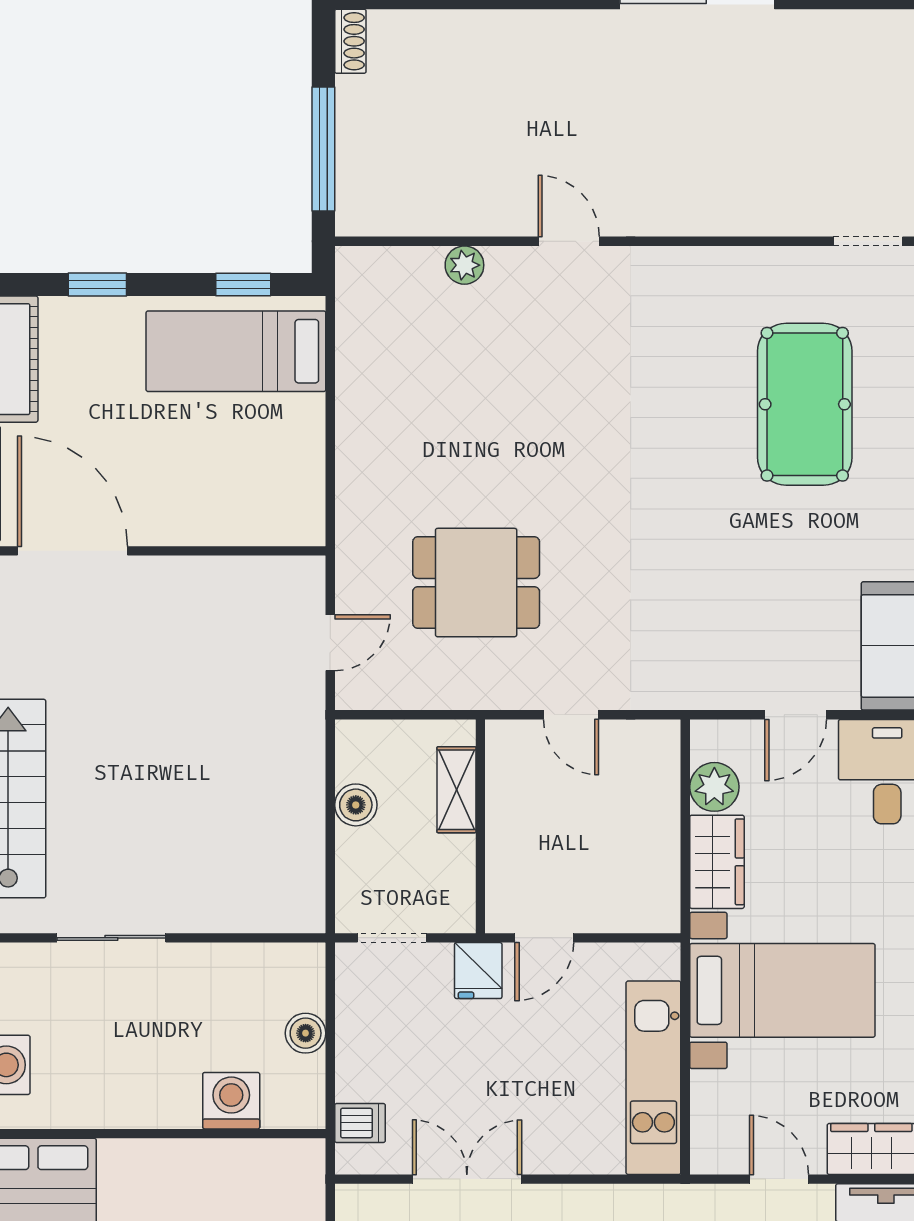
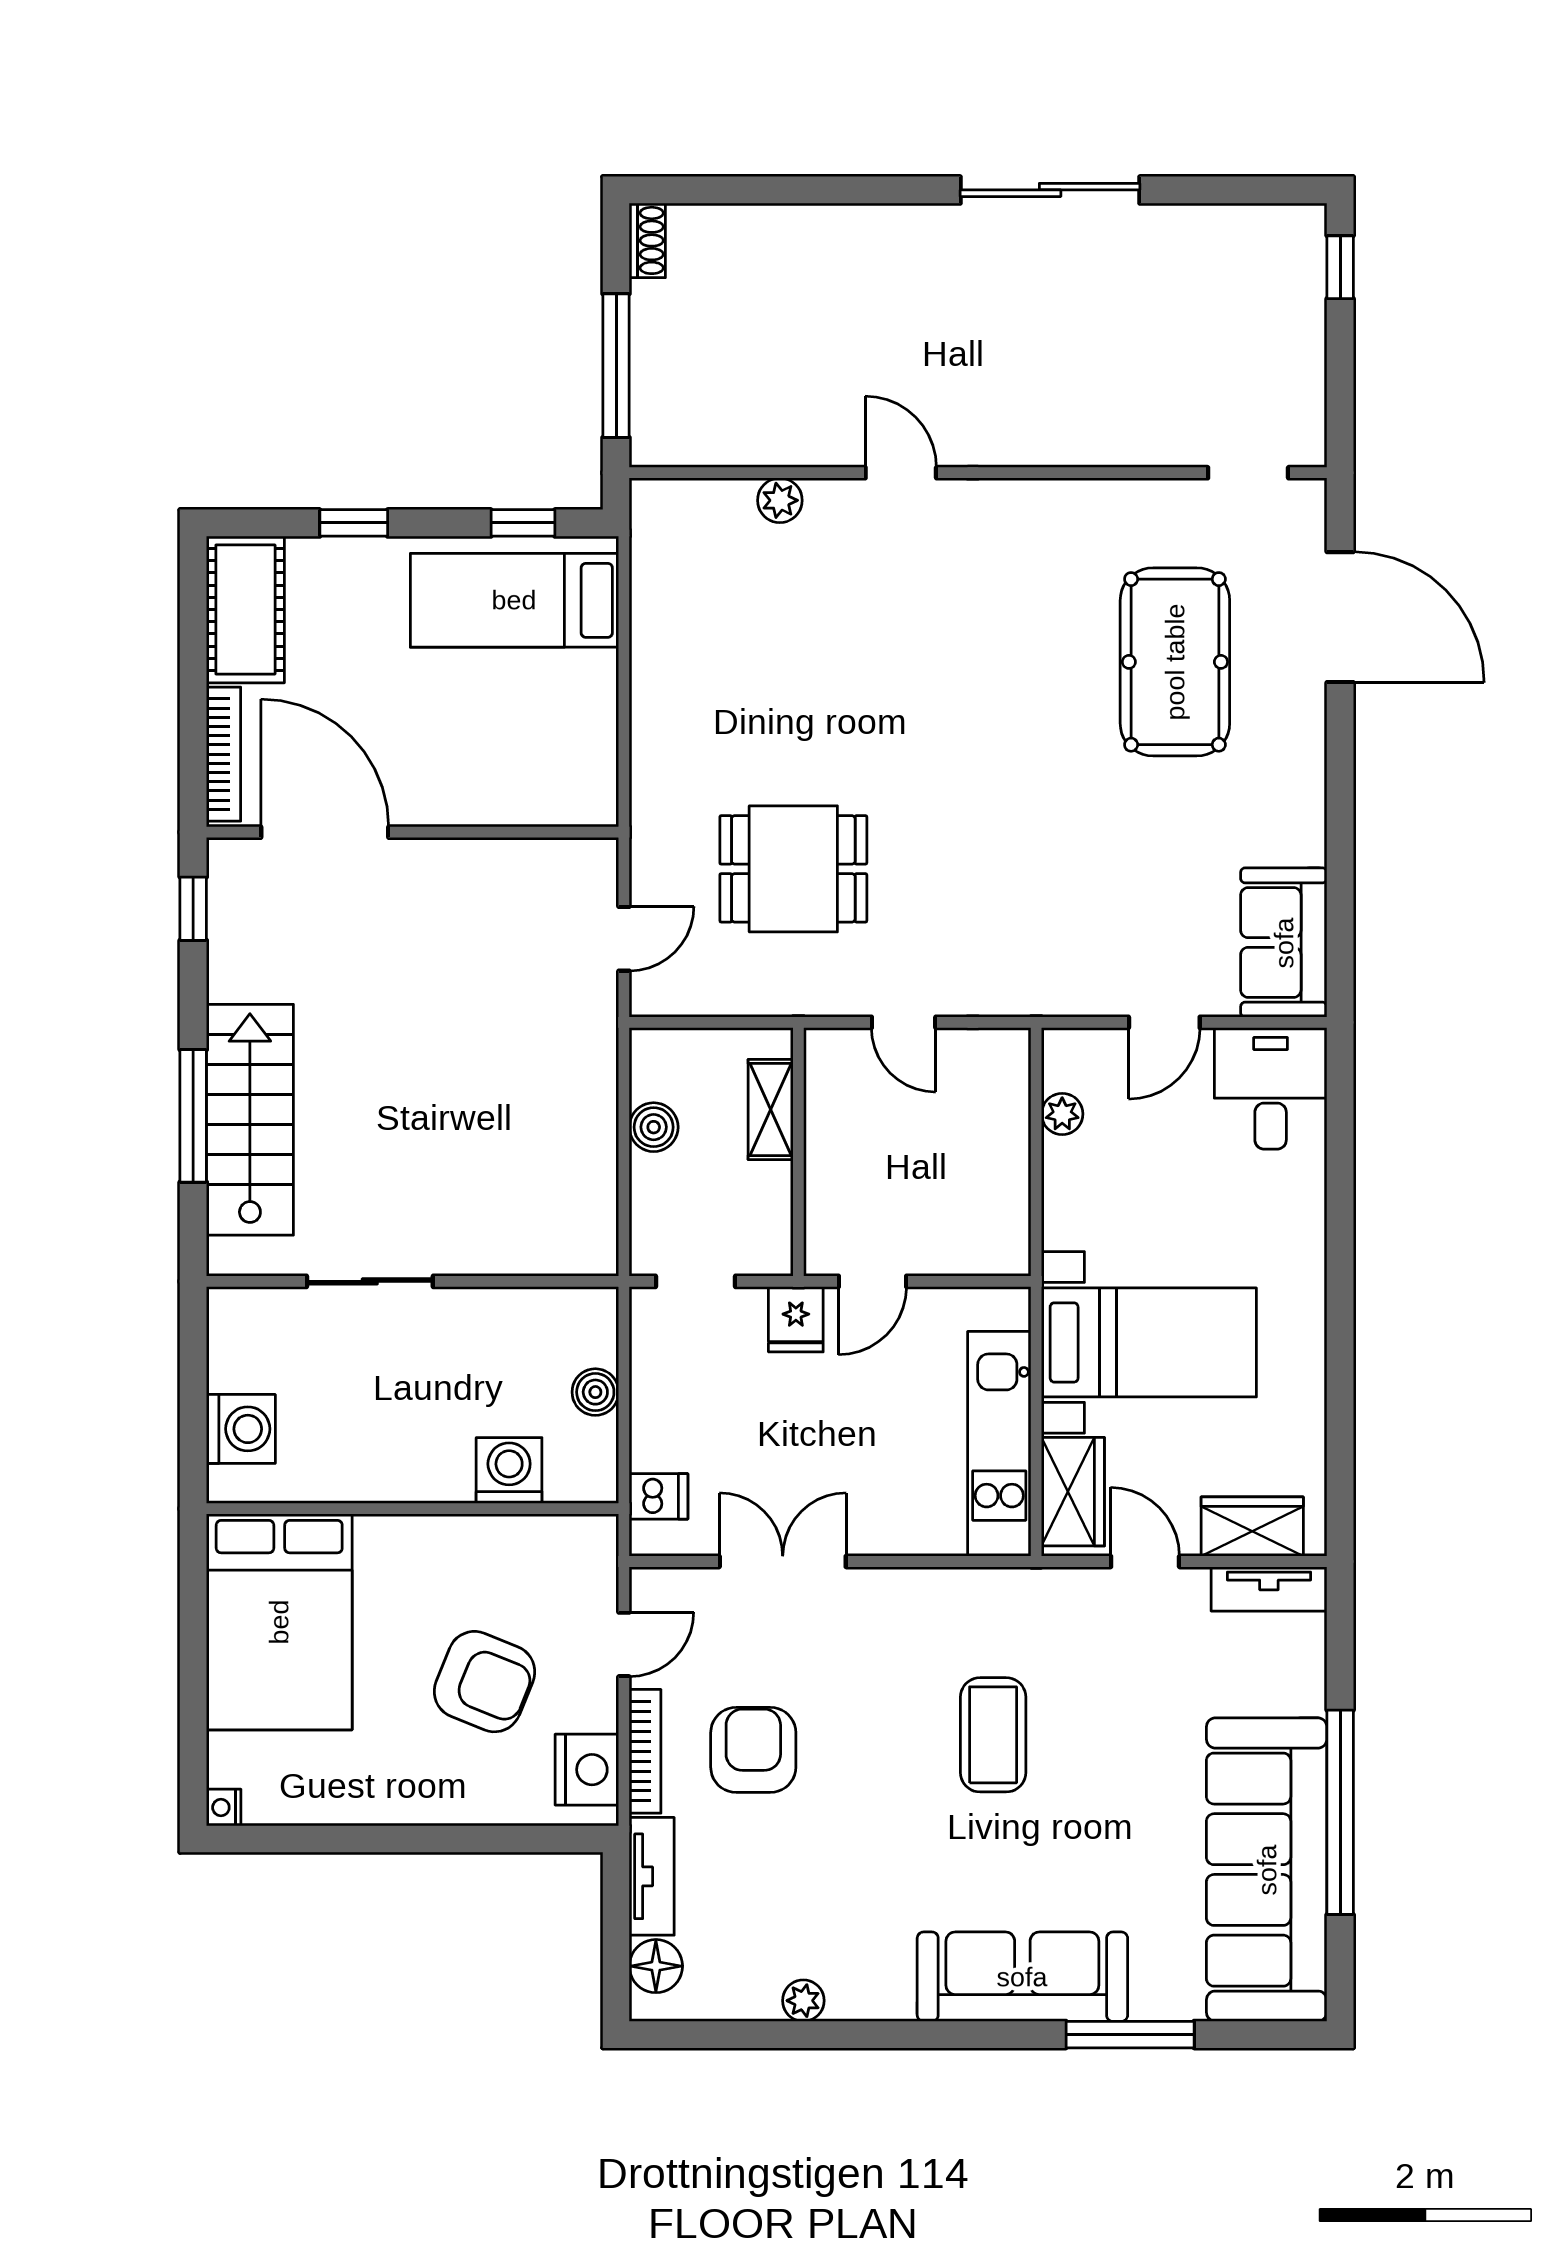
plant: (714, 787) -> (1062, 1114), width x0.73, depth x0.73
wardrobe: (717, 862) -> (1073, 1492), moved

